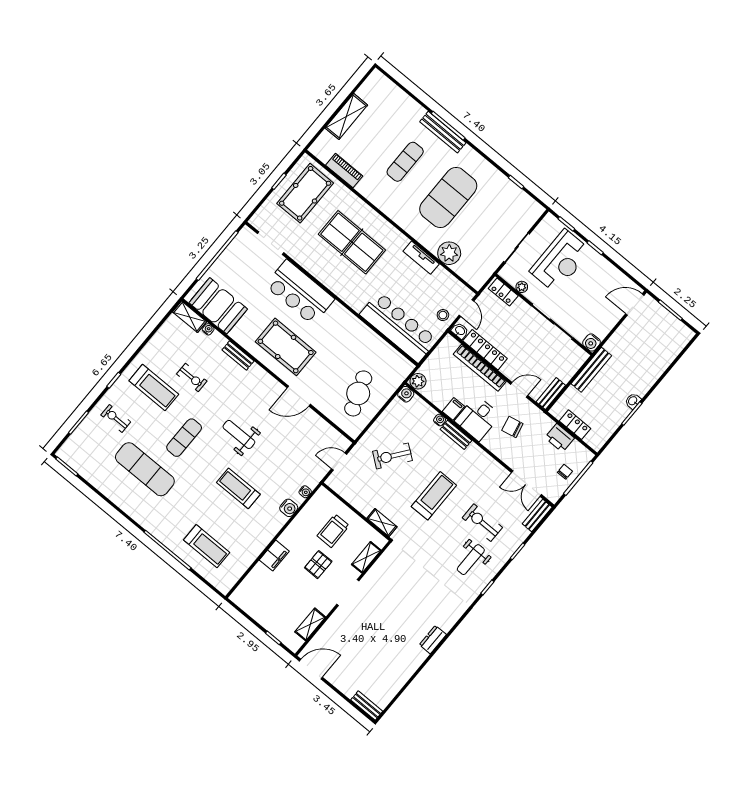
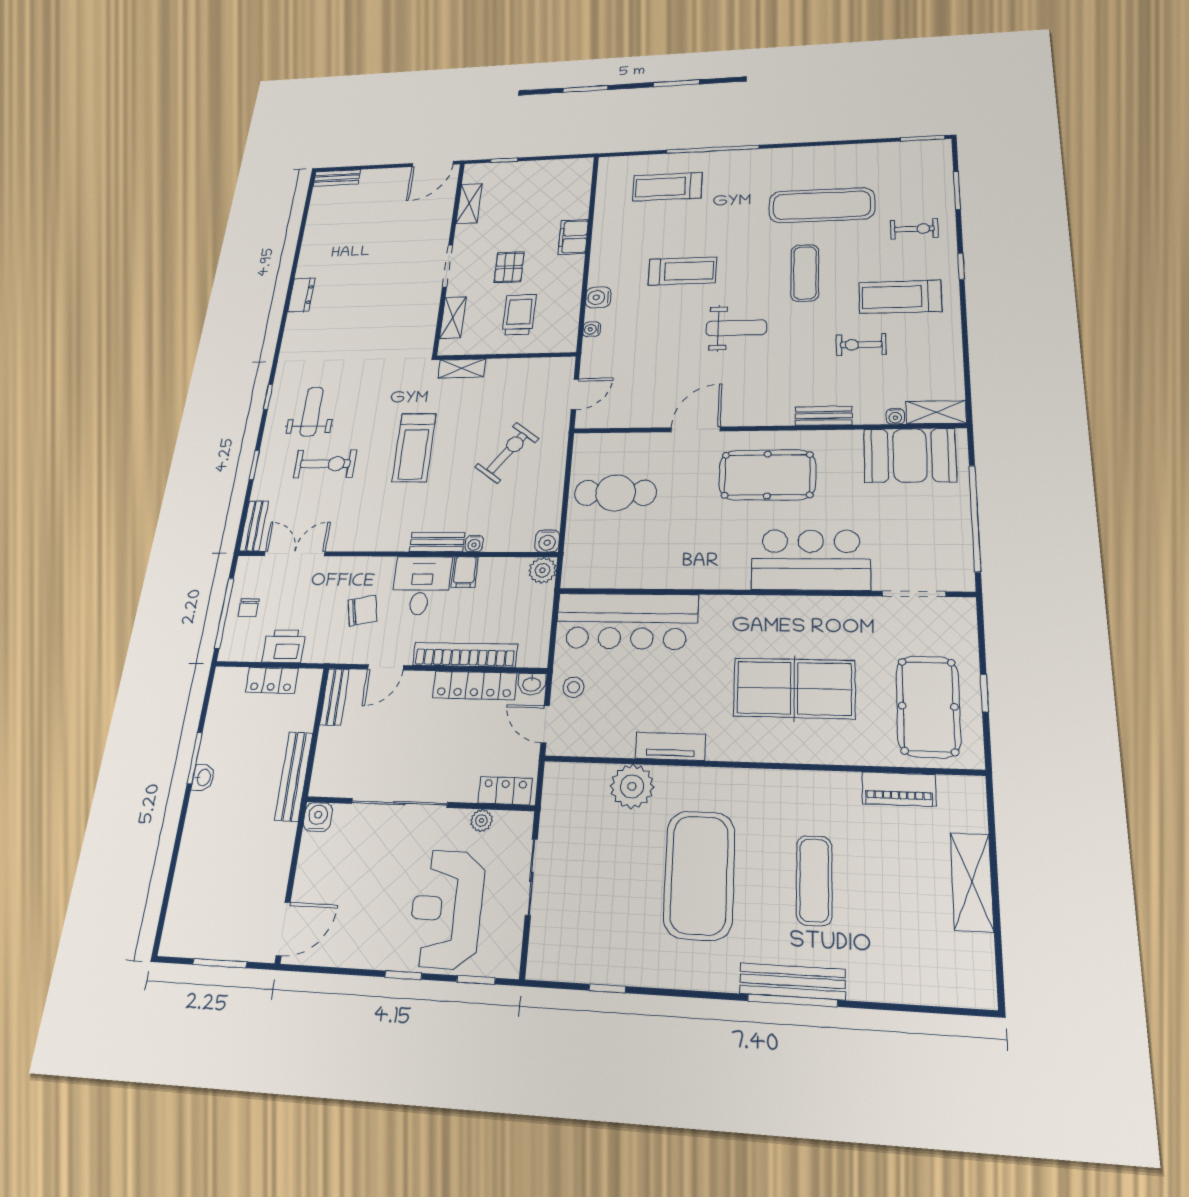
cafe table: (358, 393) -> (615, 493), turned -70

